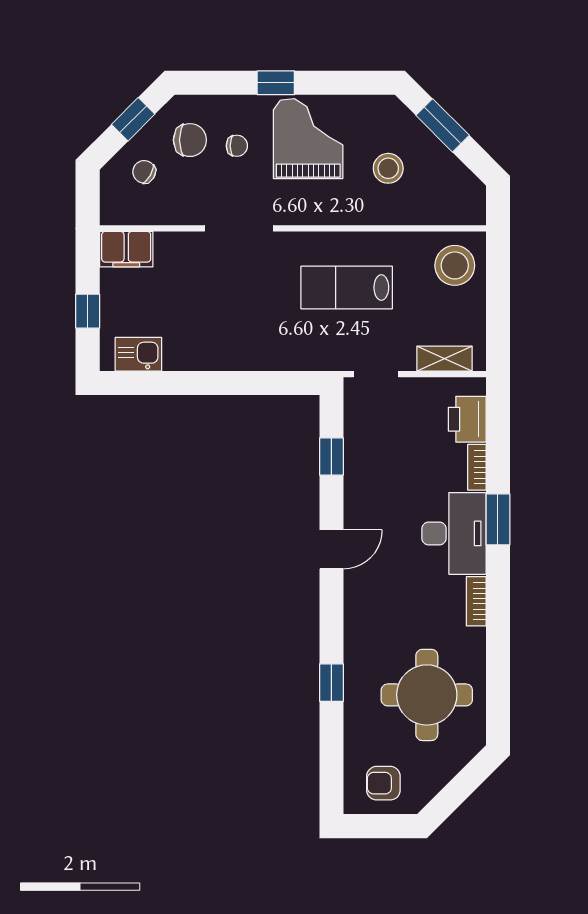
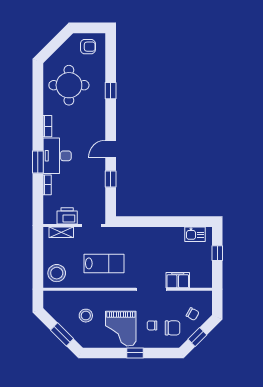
chair: (190, 140) -> (173, 328), turned 180
filing cabinet: (126, 249) -> (178, 280), moved
printer: (467, 419) -> (67, 216), moved, turned -90
window: (331, 456) -> (111, 179), moved

